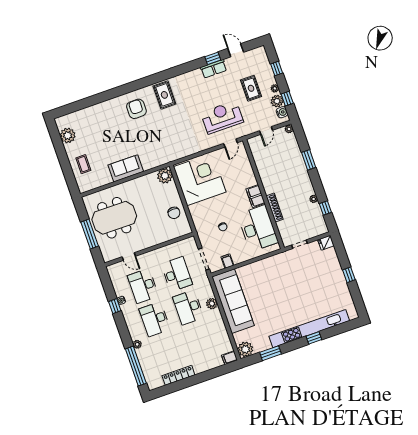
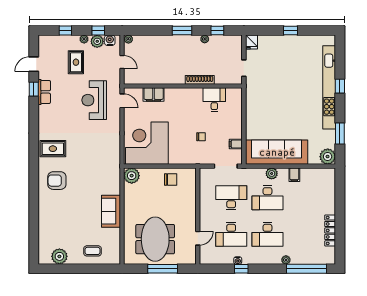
rug: (251, 88) -> (76, 62), turned 90
window: (309, 160) -> (182, 31), moved
filing cabinet: (256, 196) -> (154, 95), moved
desk: (258, 228) -> (214, 100), width x0.53, depth x0.77
filing cabinet: (230, 358) -> (294, 175), moved

